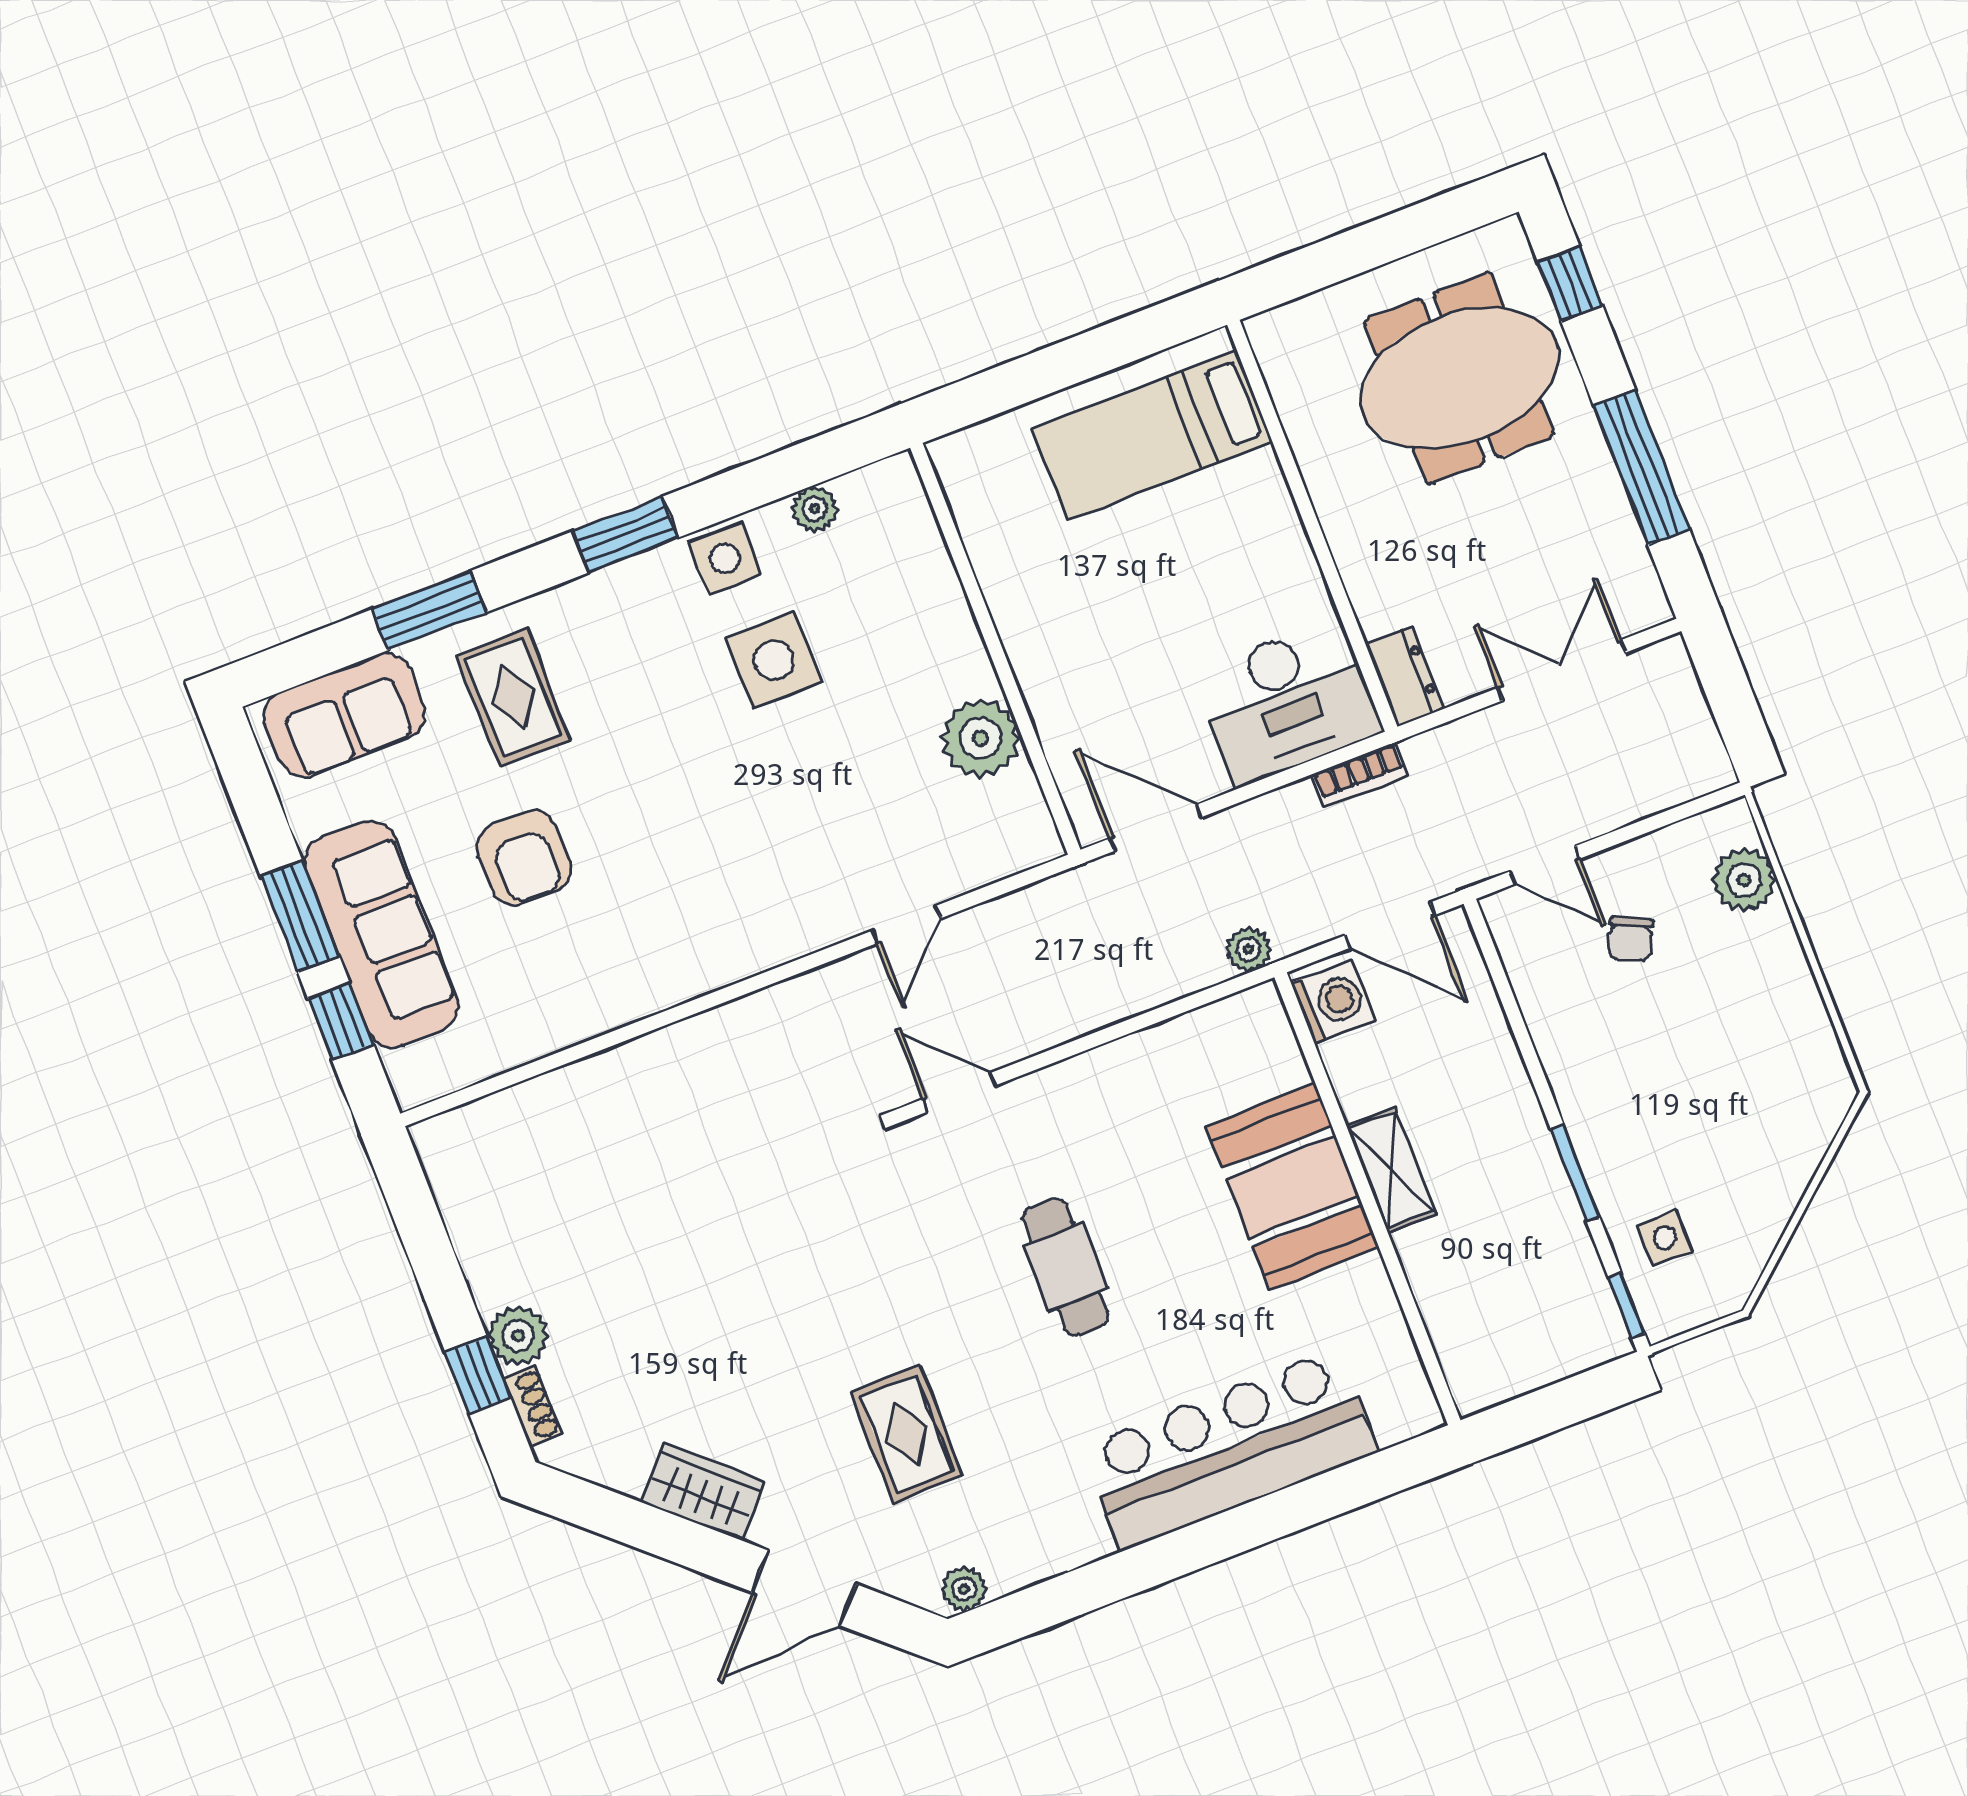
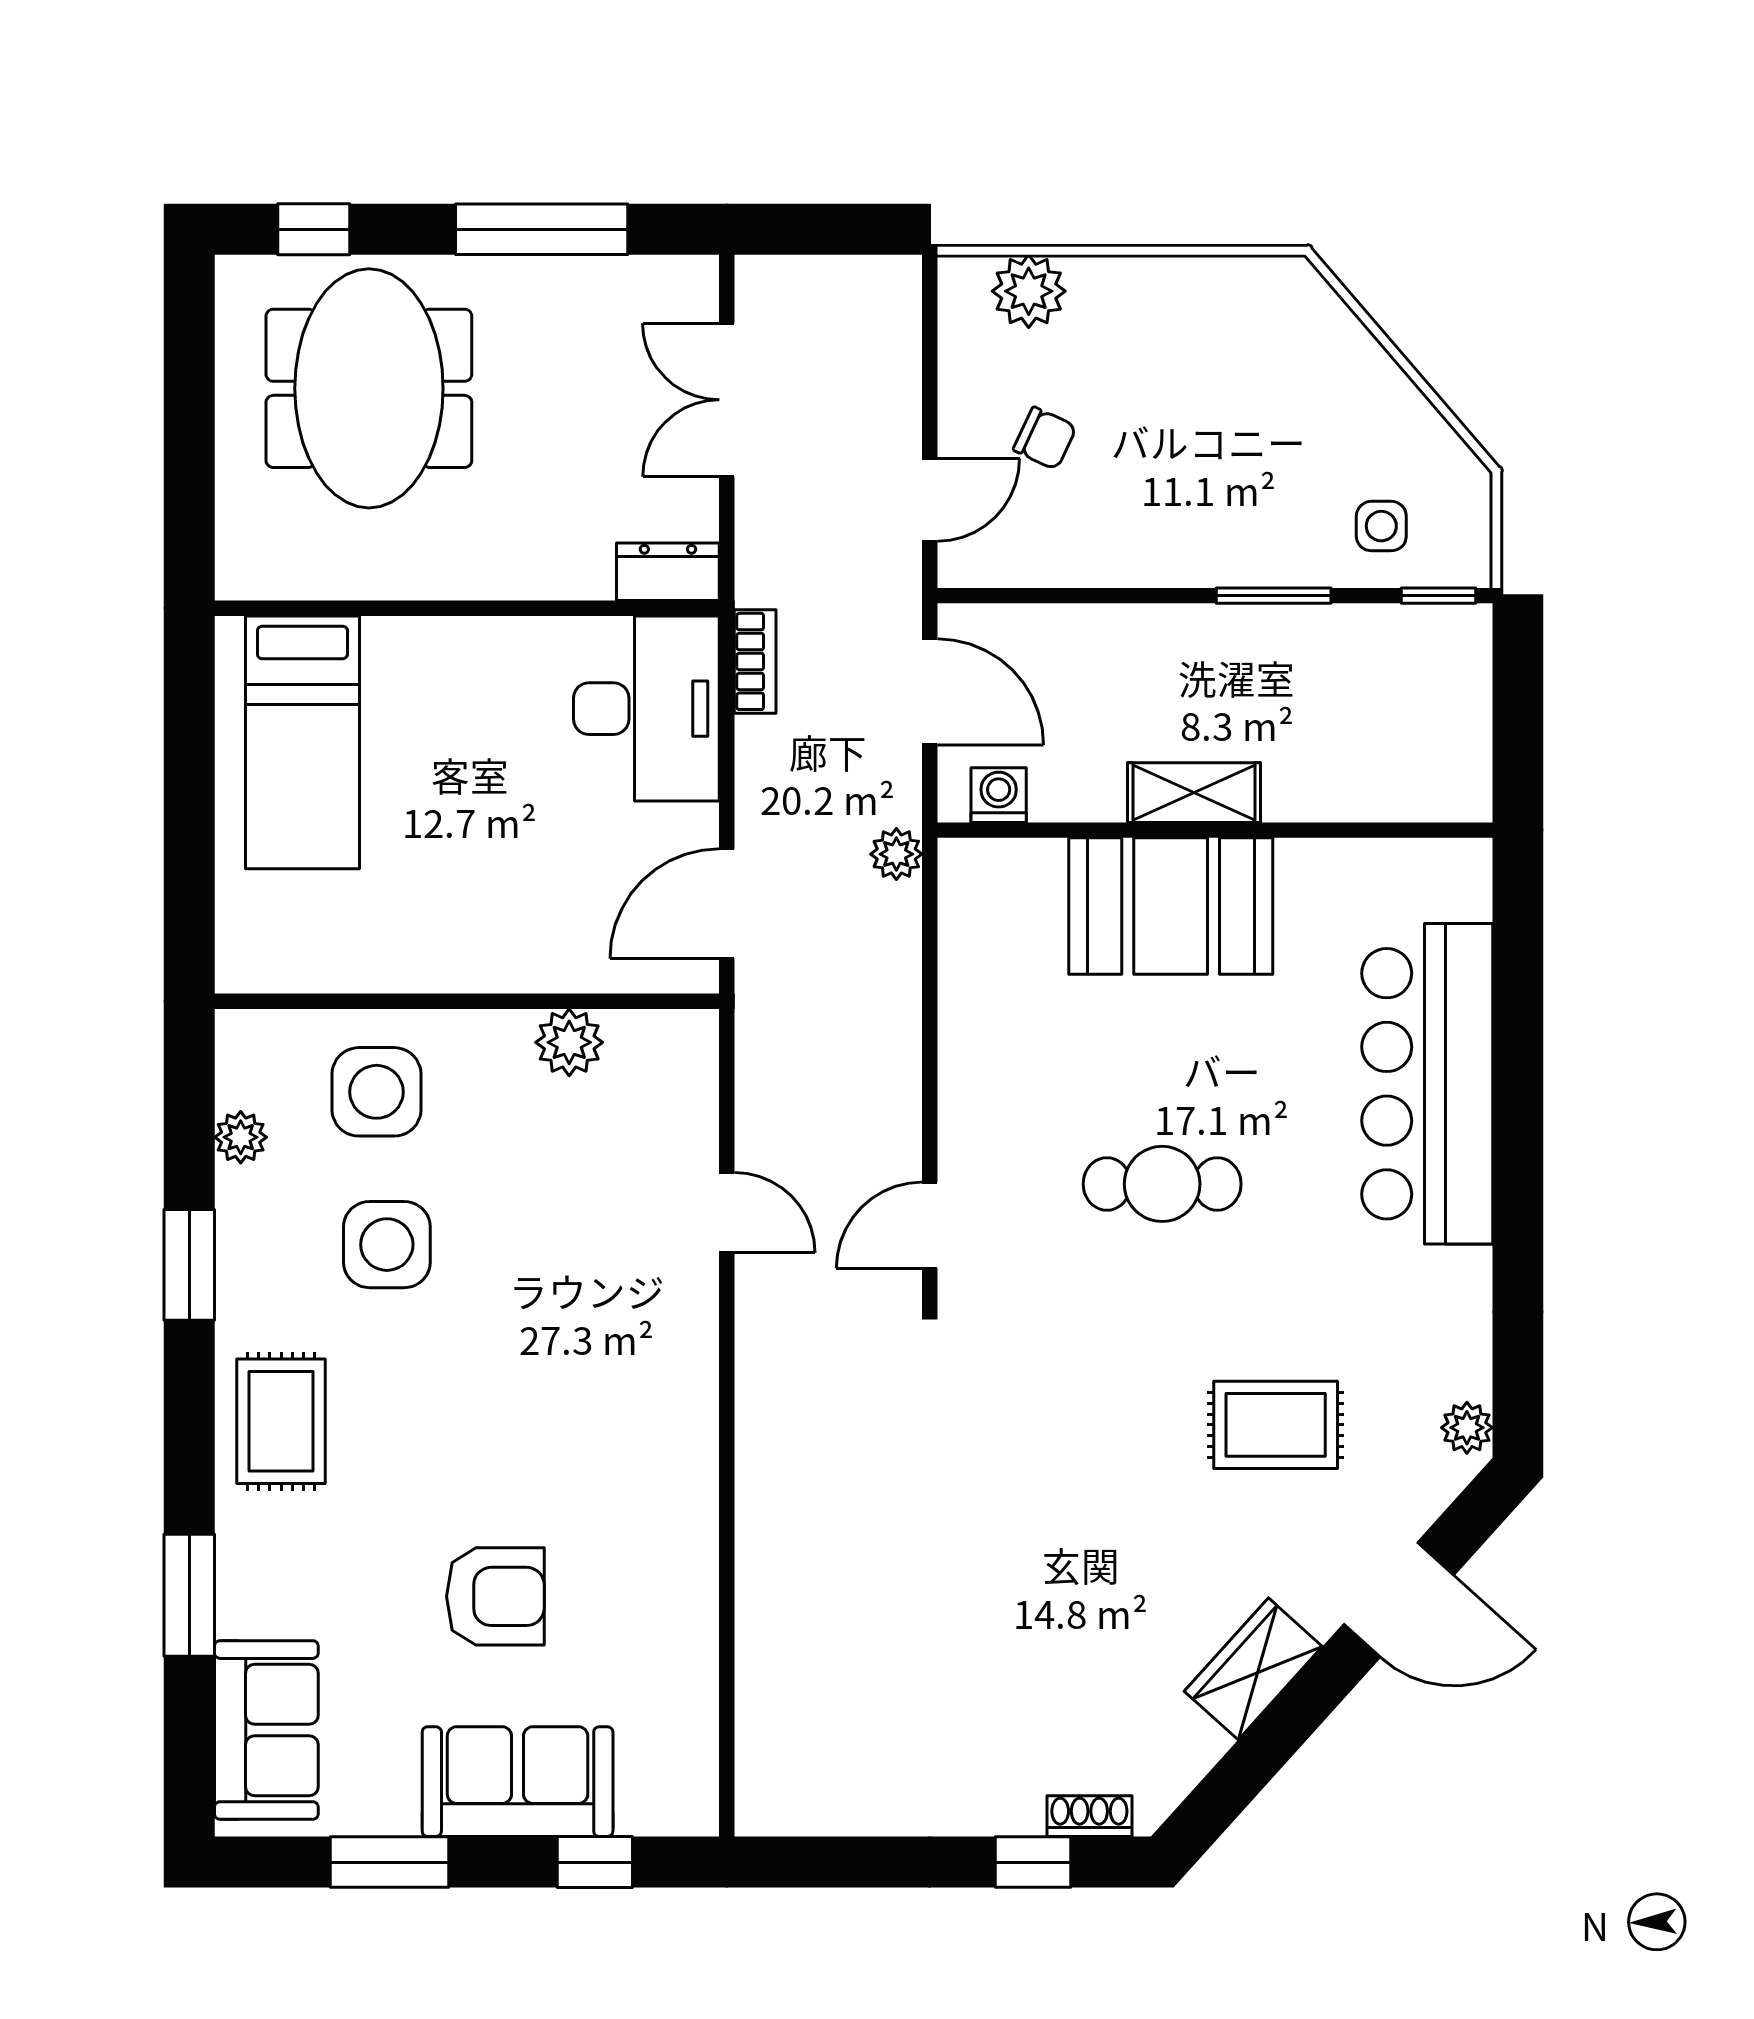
window: (625, 535) -> (189, 1265), moved
side table: (725, 558) -> (377, 1092), moved, width x1.37, depth x1.37
rug: (513, 697) -> (281, 1421), moved, turned 90
plant: (980, 738) -> (569, 1042), width x0.73, depth x0.73
window: (300, 916) -> (390, 1862), moved
door: (1390, 925) -> (930, 692), hinge flipped
sofa: (381, 934) -> (518, 1782), width x0.73
washing machine: (1333, 1002) -> (999, 795), width x0.73, depth x0.73
plant: (518, 1336) -> (1008, 1802), removed
door: (804, 1588) -> (1399, 1600), hinge flipped

